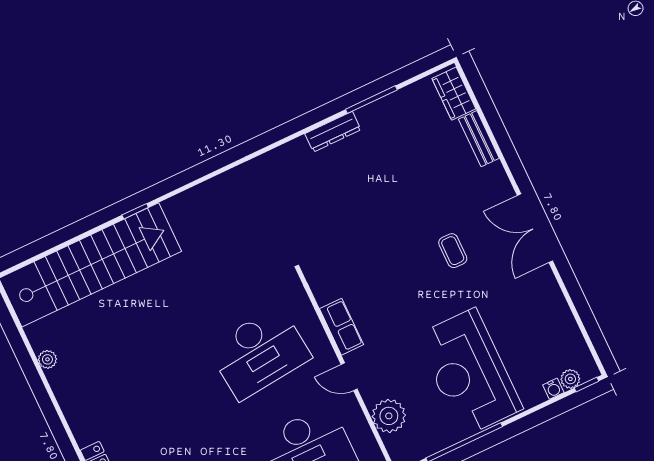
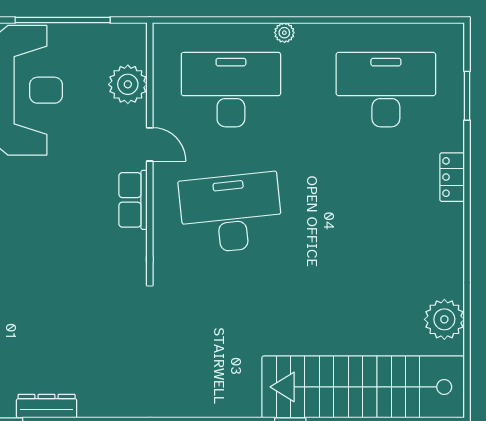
plant: (47, 359) -> (444, 319), width x1.87, depth x1.87

